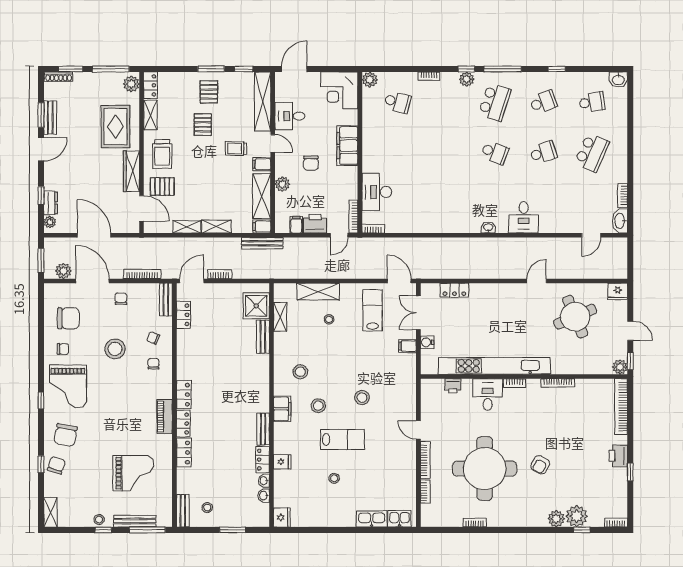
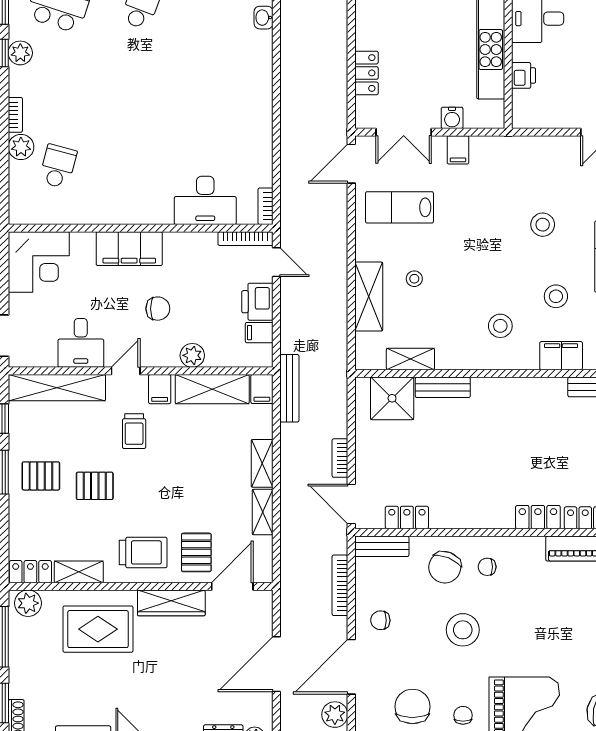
plant: (370, 80) -> (21, 147), moved
chair: (153, 338) -> (445, 567), width x1.87, depth x1.87

